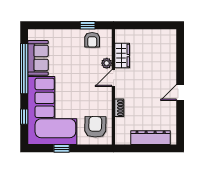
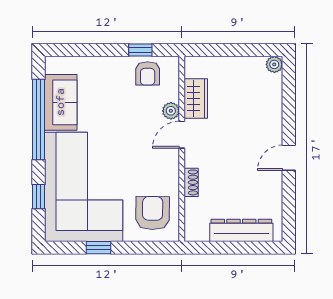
plant: (171, 34) -> (274, 64), added

